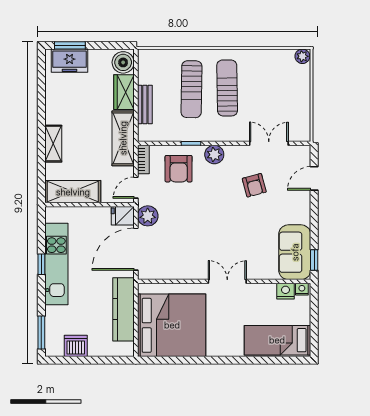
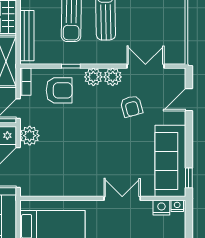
bench: (145, 105) -> (27, 36), width x1.36
plant: (235, 154) -> (113, 77), added
armchair: (179, 169) -> (59, 90), turned -90
sofa: (295, 252) -> (170, 161), width x1.36
double door: (227, 281) -> (122, 198), moved

